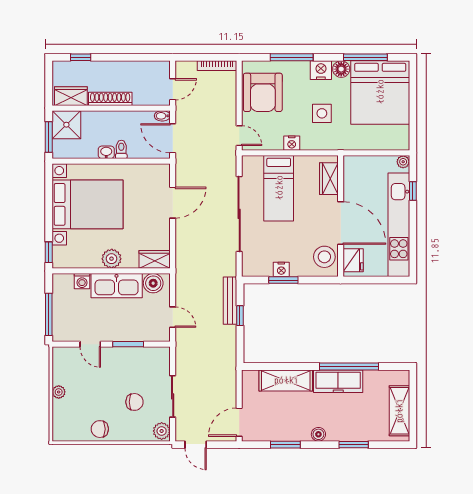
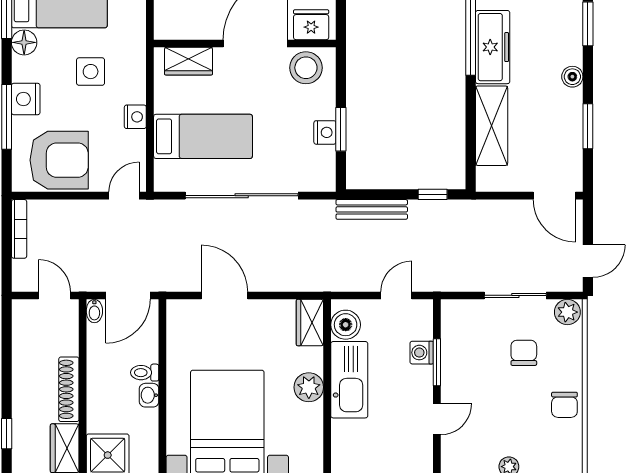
nightstand: (321, 70) -> (26, 99), moved
washing machine: (82, 281) -> (422, 353), moved, turned 180
window: (240, 316) -> (433, 194), moved

